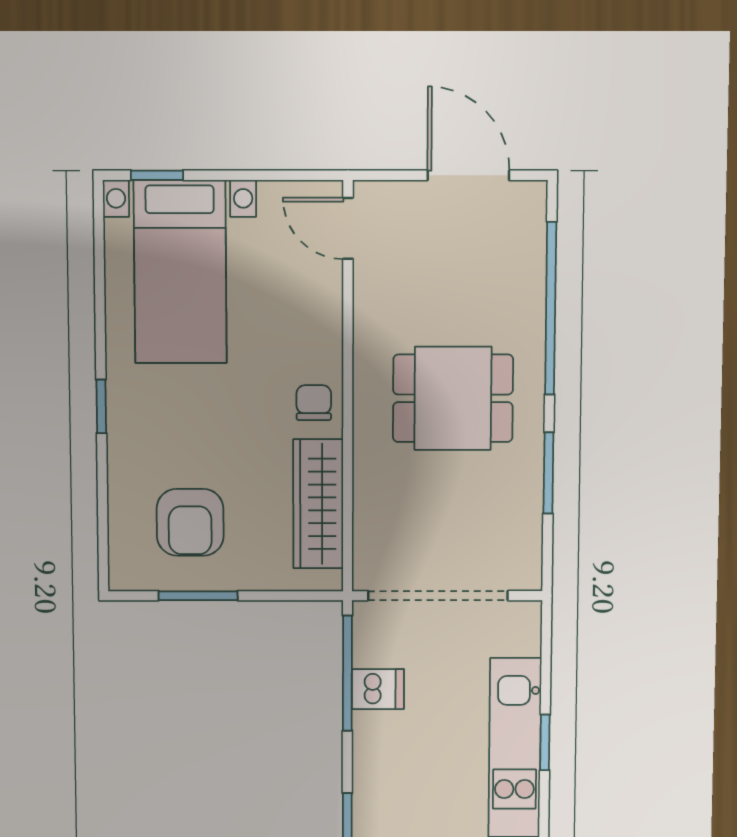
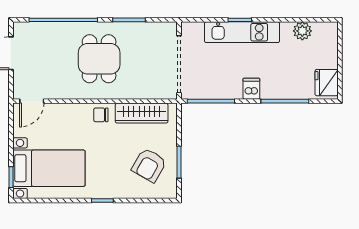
armchair: (190, 522) -> (149, 165), turned 120
dishwasher: (378, 689) -> (251, 89), moved

